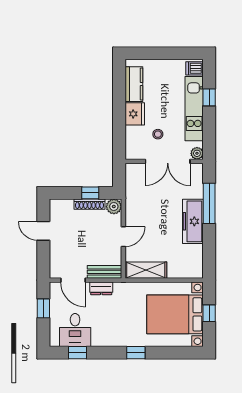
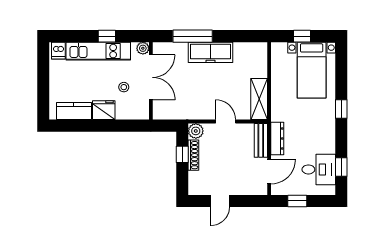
window: (209, 97) -> (107, 36), moved
dresser: (101, 288) -> (277, 139), width x1.44
bed with nightstands: (175, 314) -> (312, 70), width x0.73

